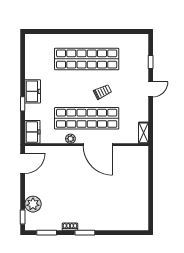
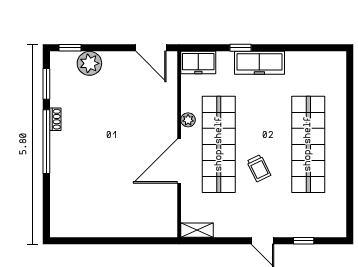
freezer: (33, 91) -> (259, 63), width x1.40
window: (85, 233) -> (46, 142), width x2.11

